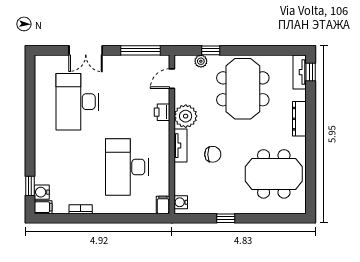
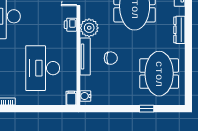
tv unit: (180, 146) -> (85, 57), width x1.41
meeting table: (274, 174) -> (159, 74), turned 90
window: (226, 218) -> (147, 109), moved

